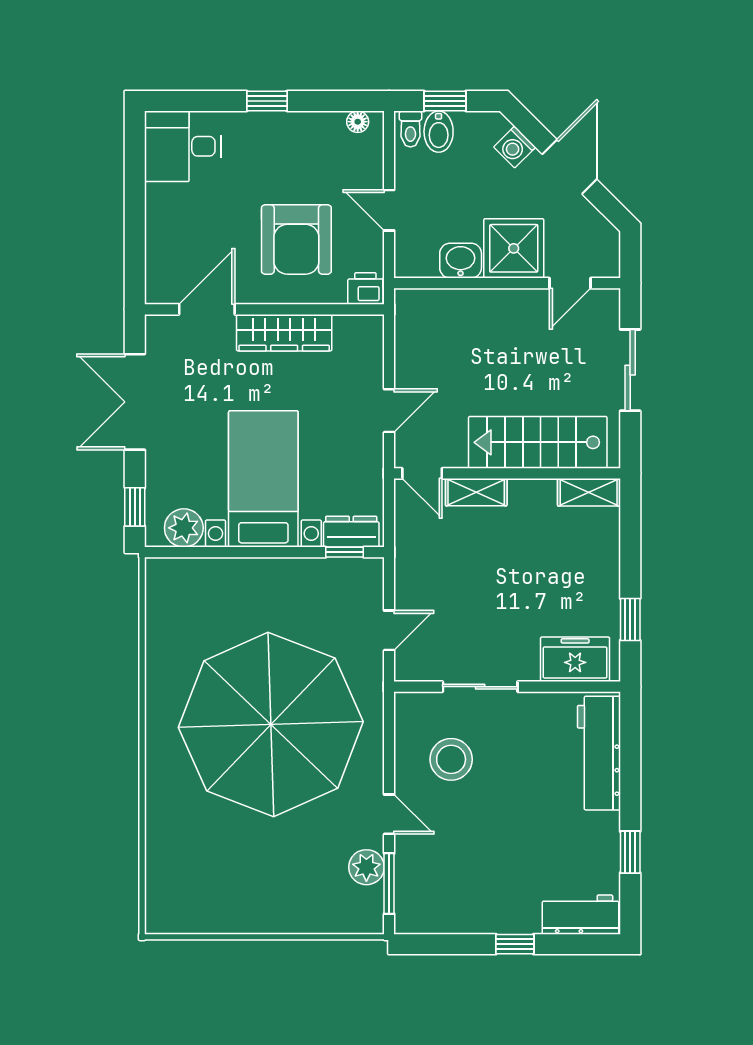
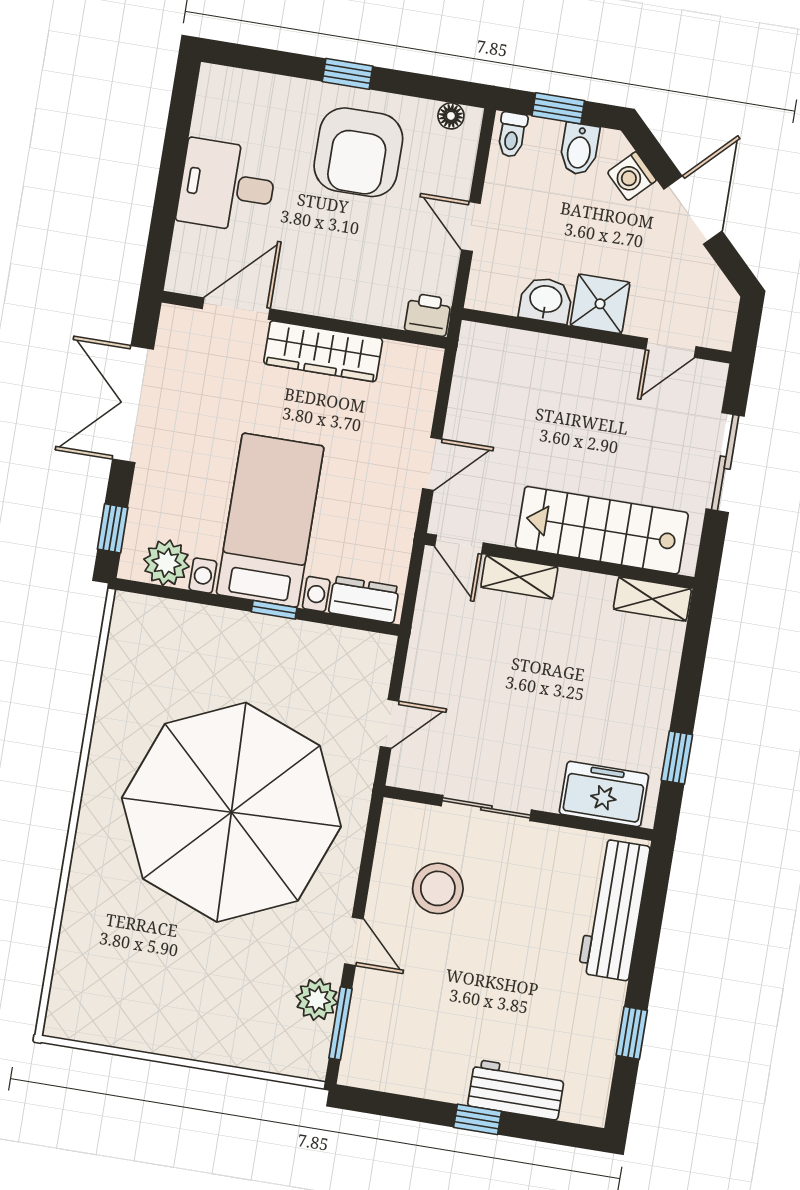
bidet: (439, 132) -> (579, 149), moved
desk: (183, 146) -> (227, 186), moved
armchair: (296, 239) -> (358, 152), moved
shower: (514, 248) -> (600, 304), width x0.73, depth x0.73
window: (345, 552) -> (274, 610), moved
workbench: (580, 915) -> (516, 1090), moved

